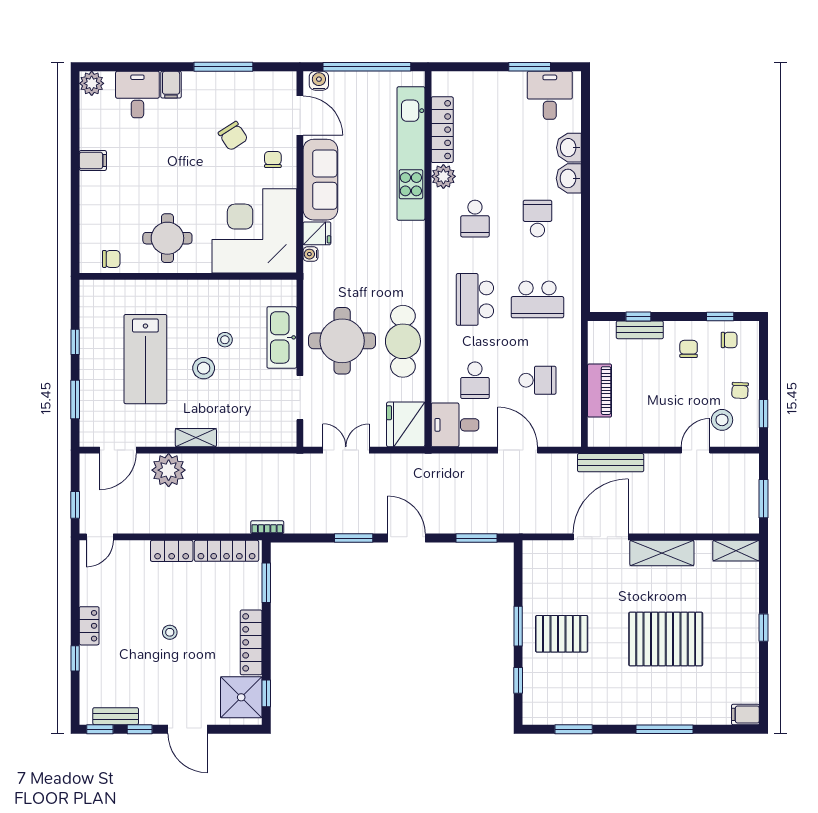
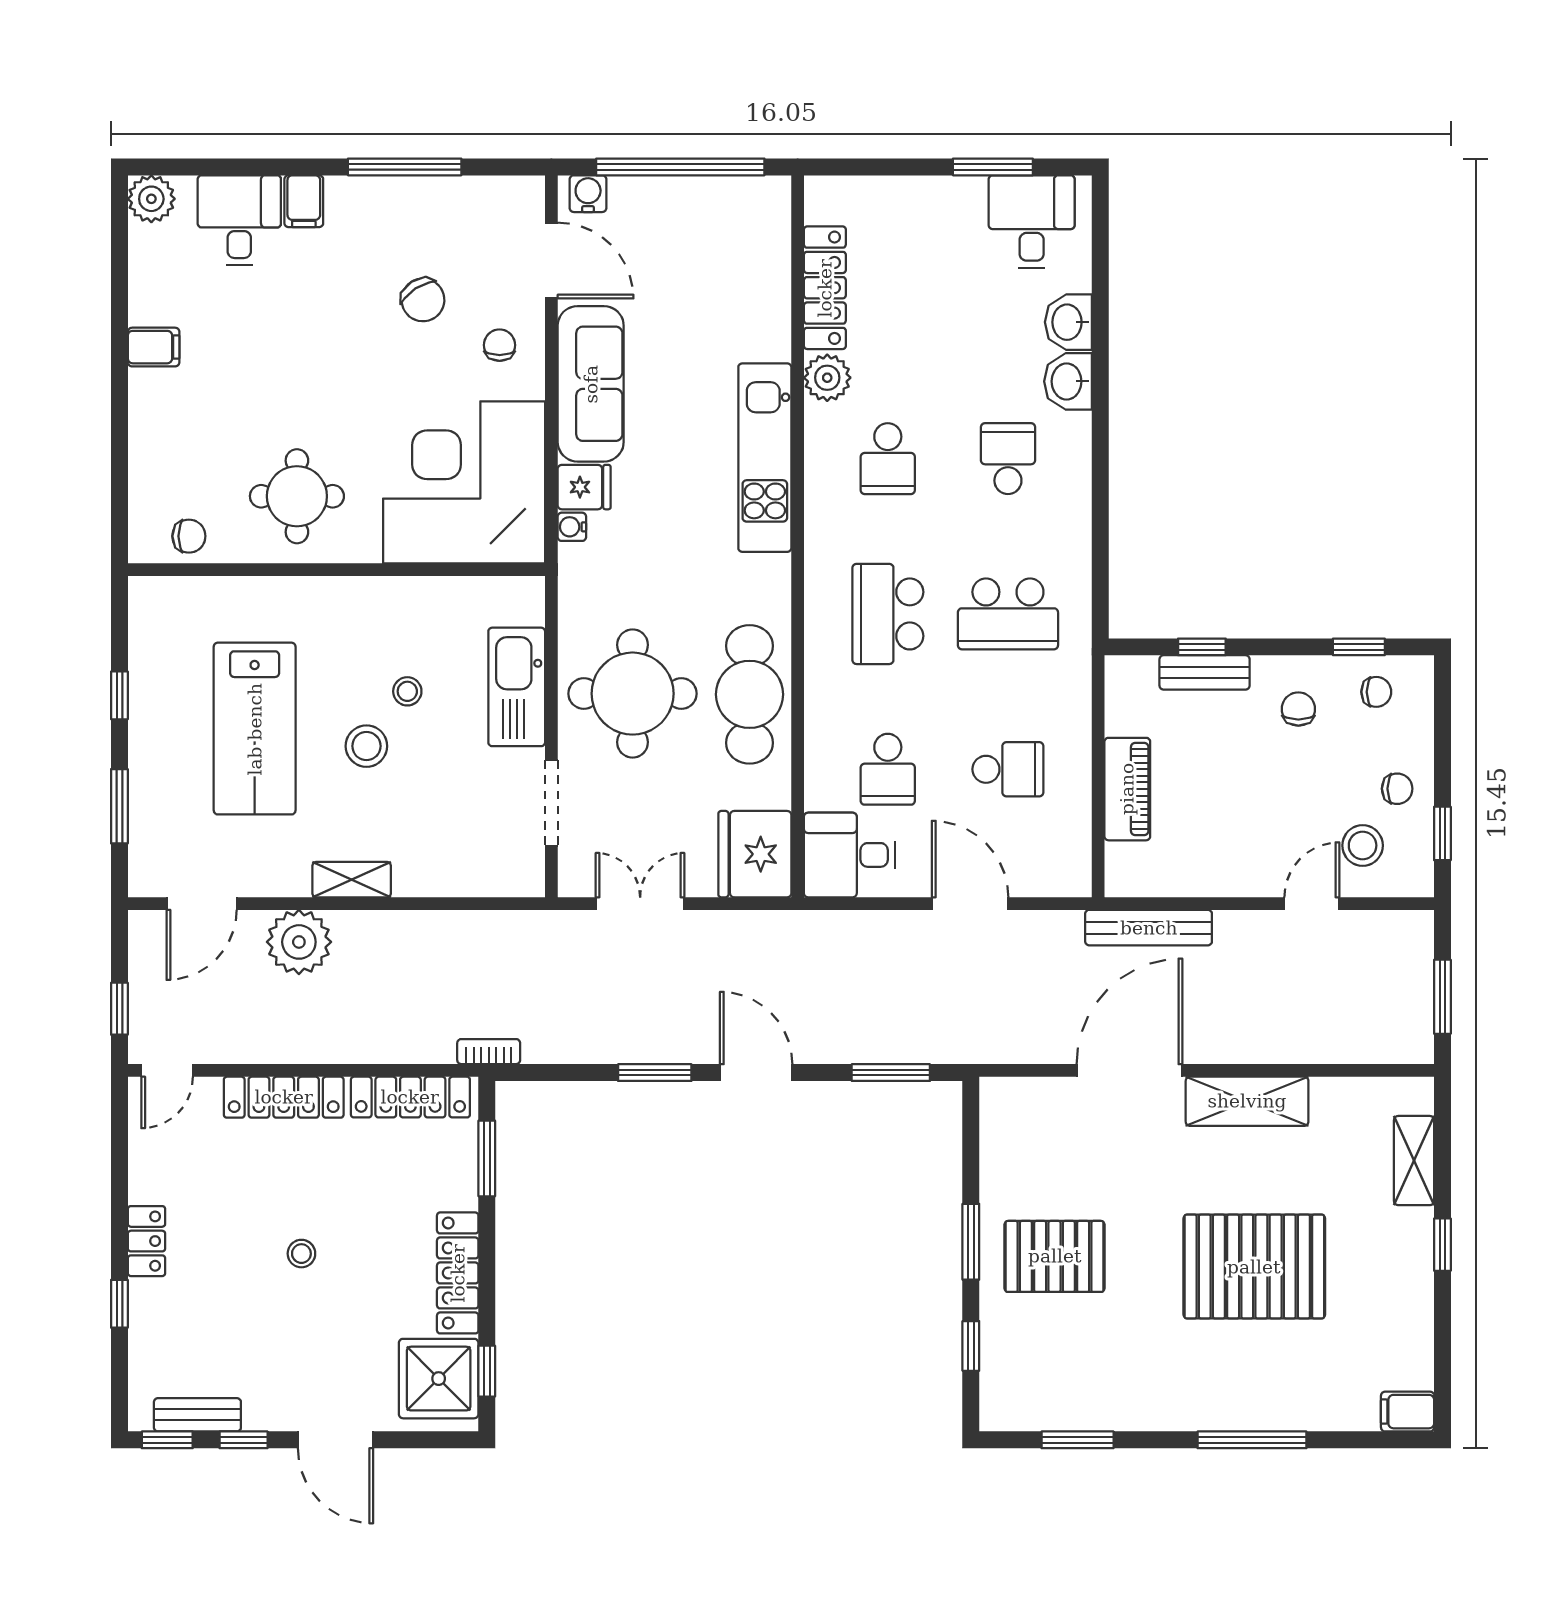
kitchen unit: (411, 153) -> (765, 458), moved, width x0.73
chair: (740, 390) -> (1397, 789), turned -93
locker: (172, 551) -> (284, 1097), width x1.53
shelving: (736, 551) -> (1414, 1161), moved, turned 90

